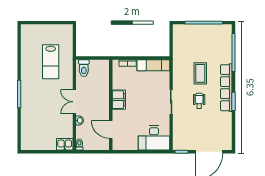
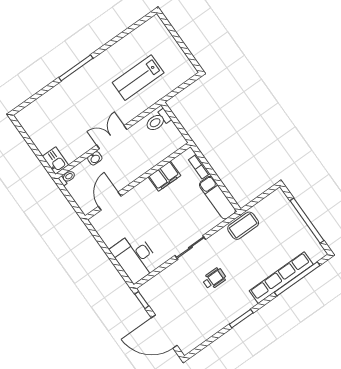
coffee table: (200, 73) -> (243, 226), moved
row of seats: (226, 88) -> (281, 278), moved
filing cabinet: (119, 100) -> (164, 176), moved

